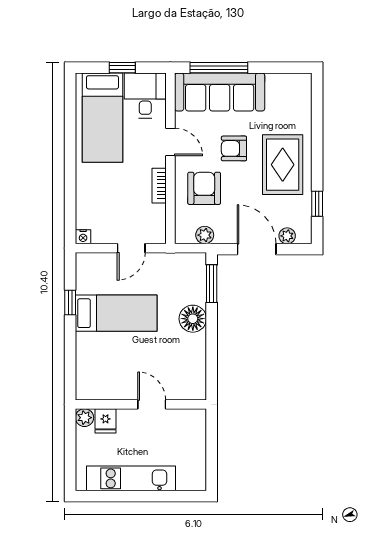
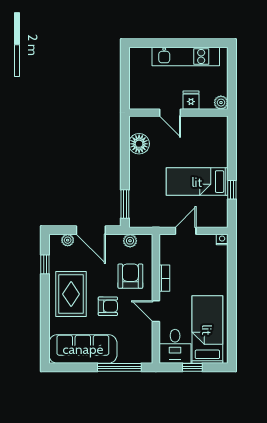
sofa: (220, 92) -> (83, 349), moved
armchair: (204, 188) -> (130, 276), turned 180
floor lamp: (193, 319) -> (139, 144), moved
fridge: (105, 421) -> (191, 100), moved

